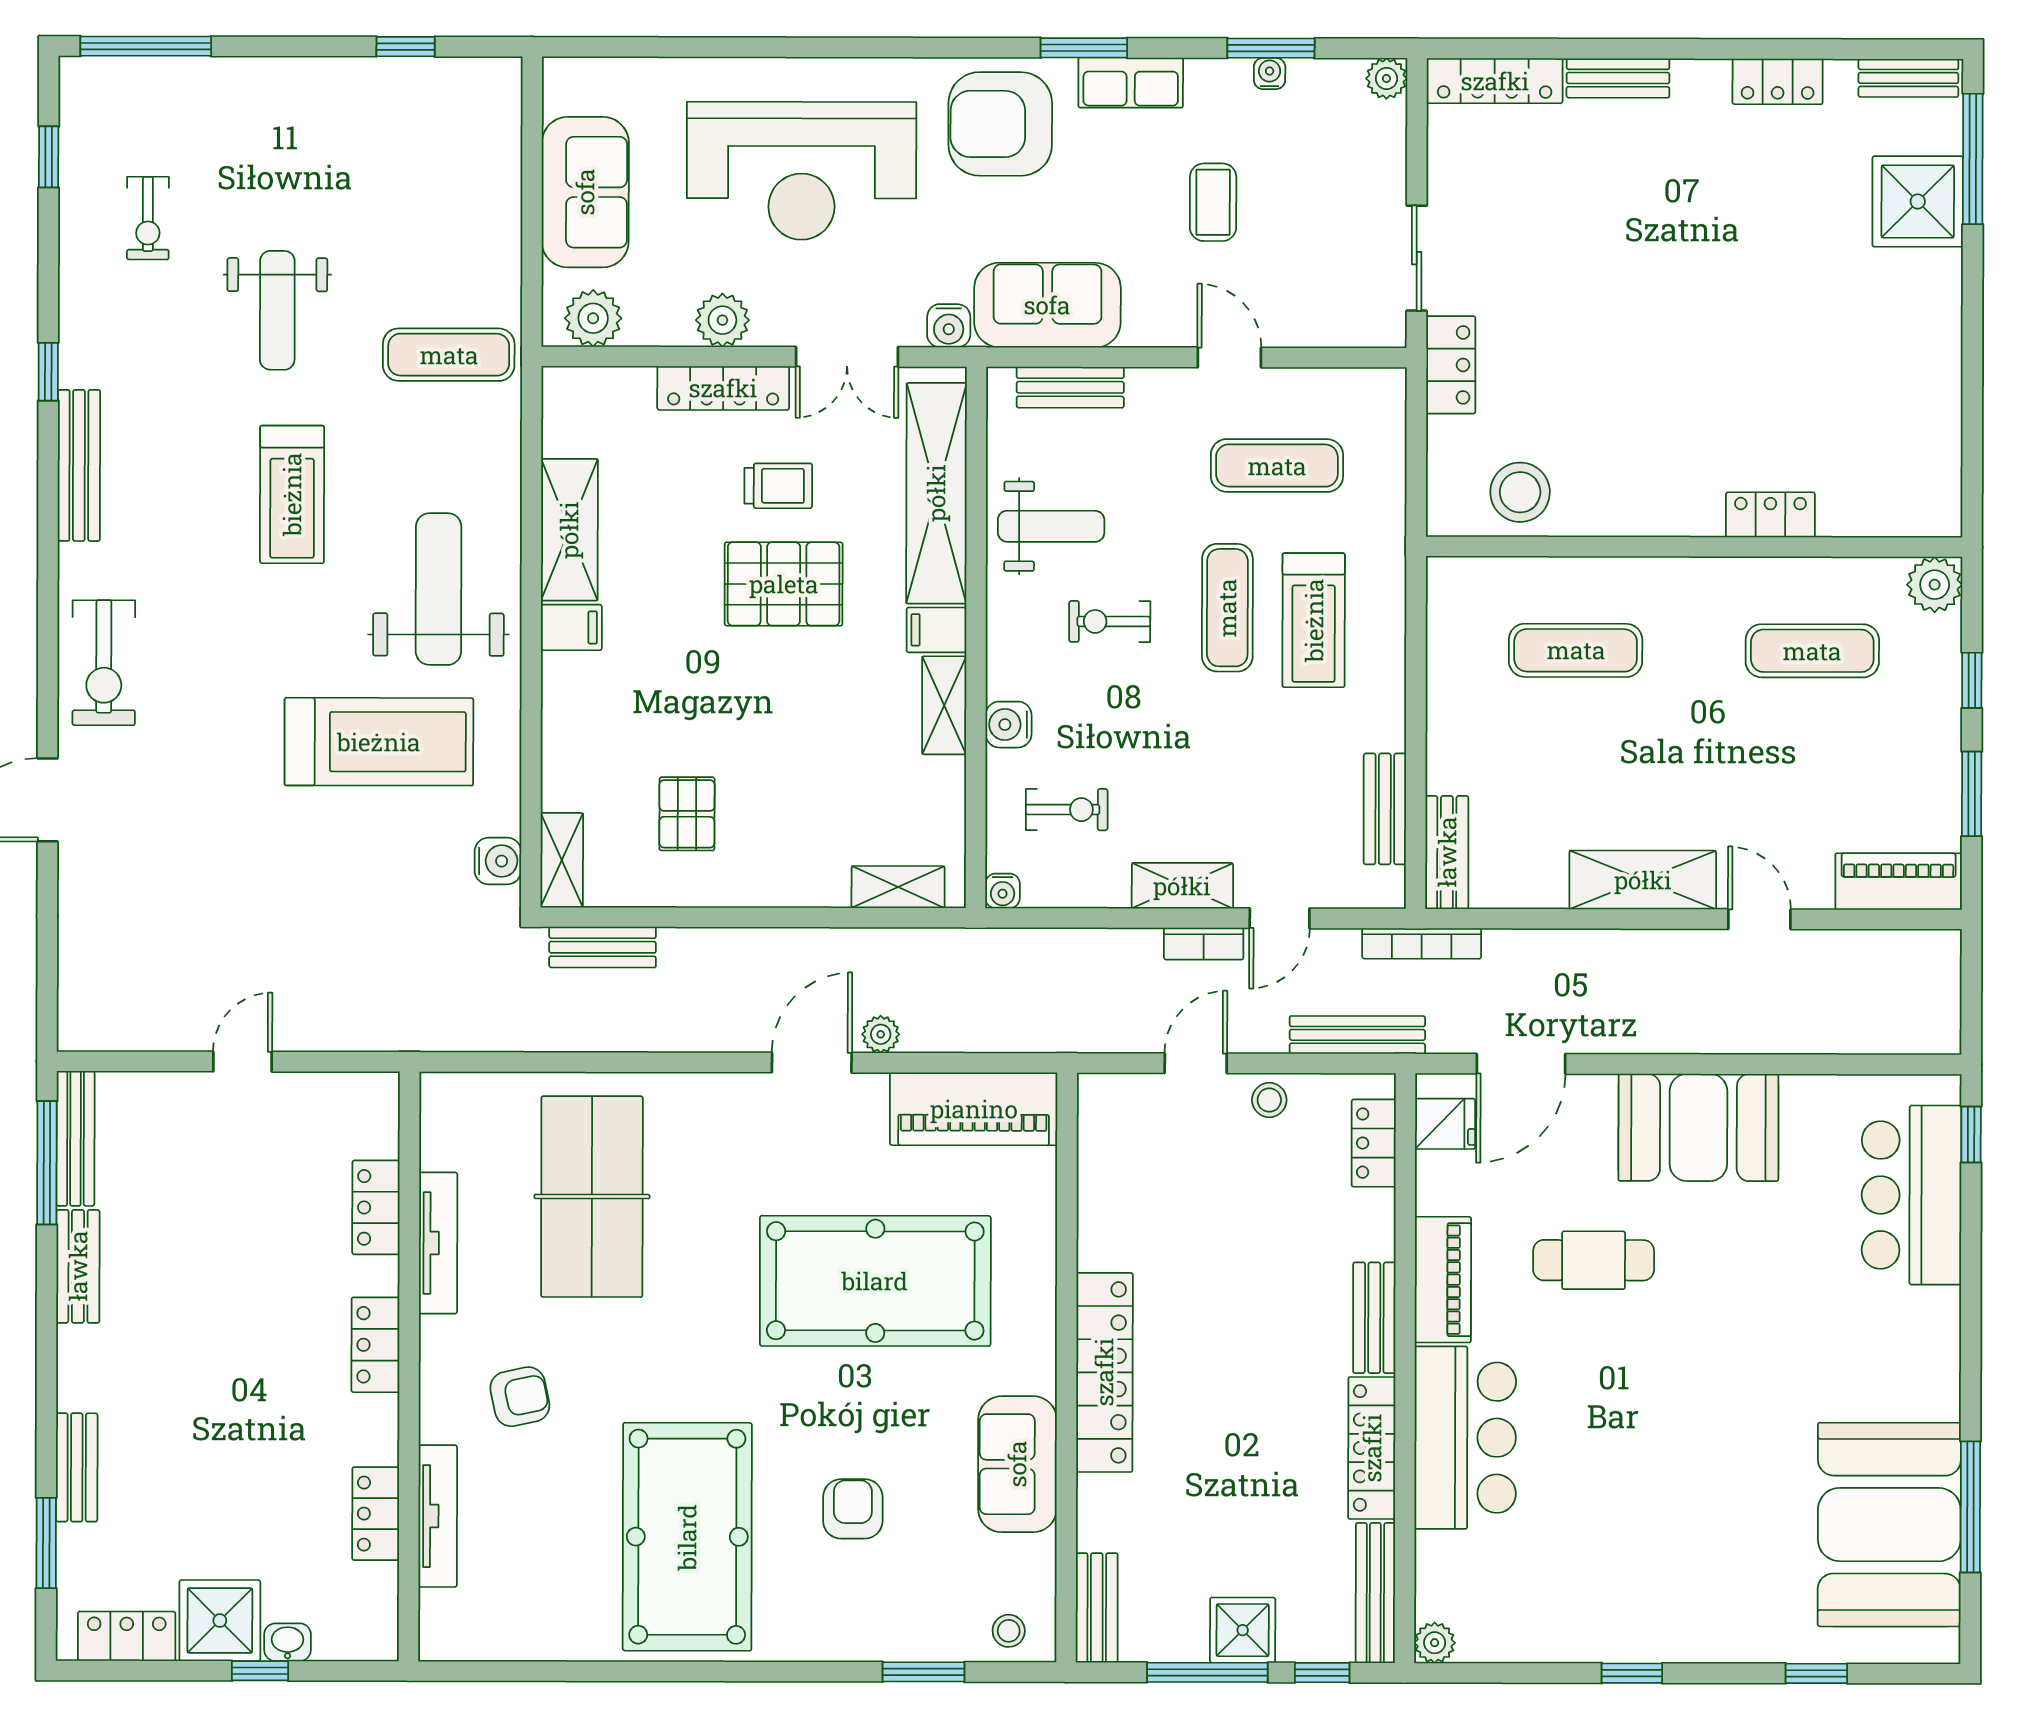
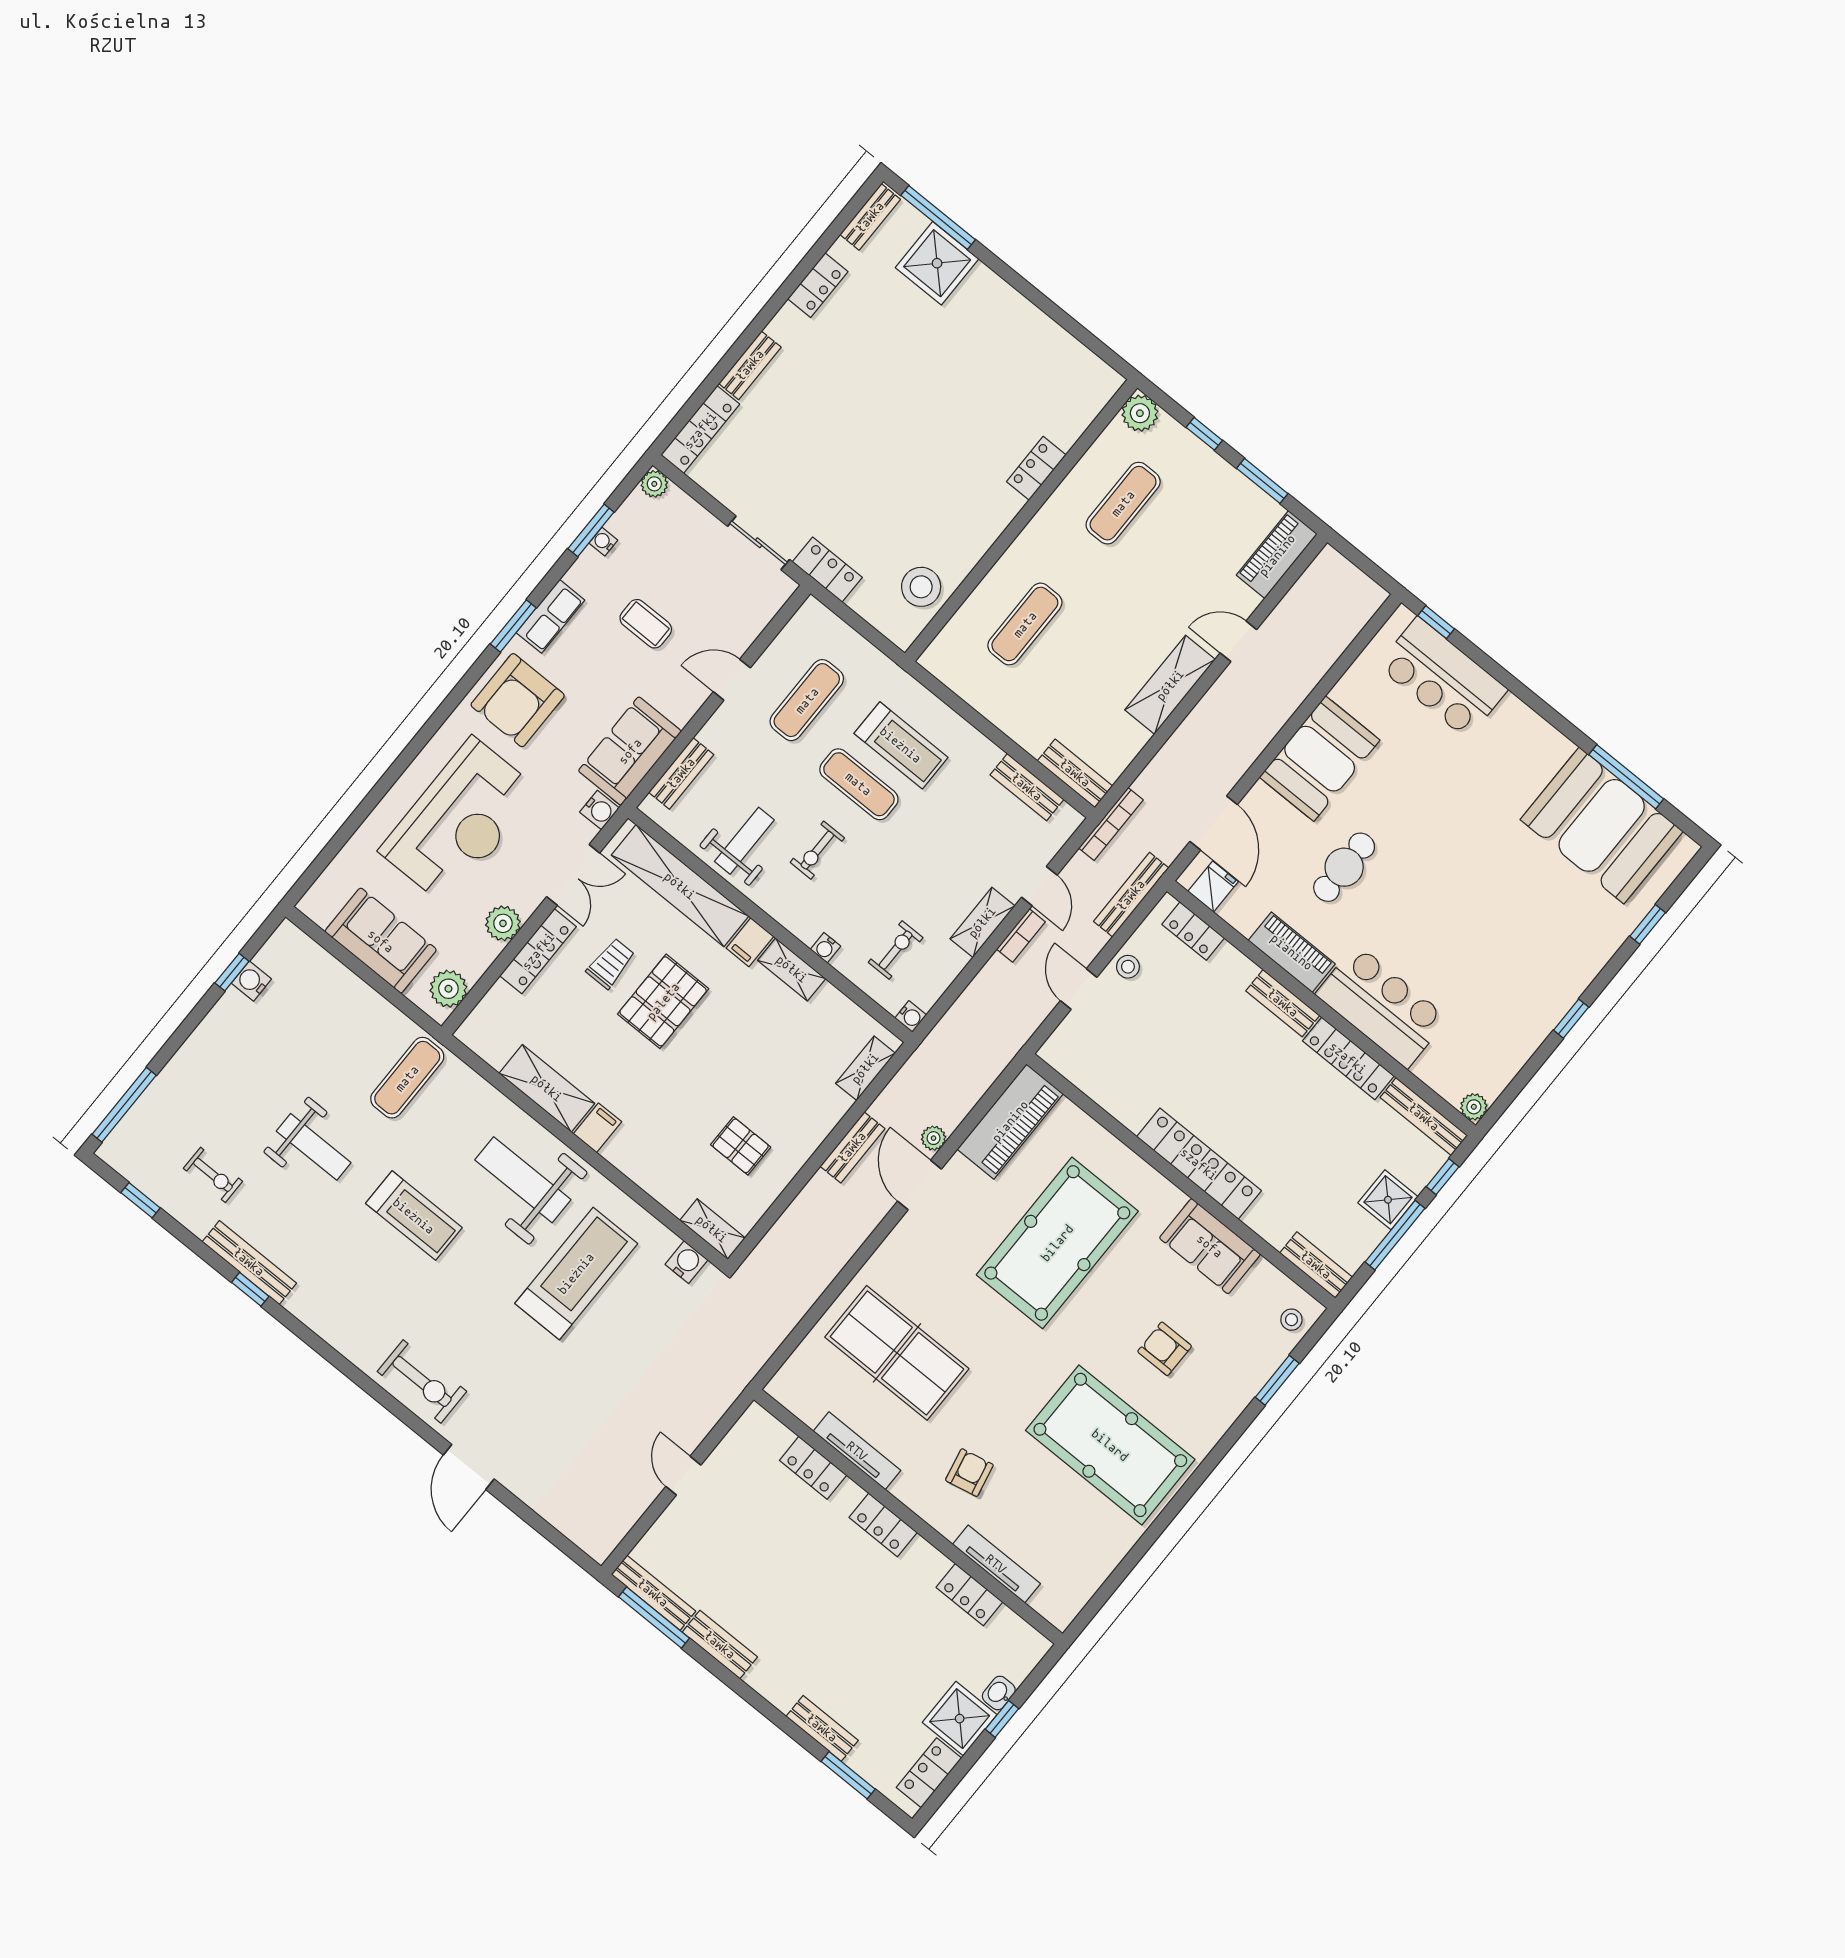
water cooler: (414, 78) -> (251, 981), added
bench: (79, 465) -> (249, 1262), moved
water cooler: (1009, 725) -> (825, 948), width x0.72, depth x0.72
bench: (603, 947) -> (852, 1147), moved

